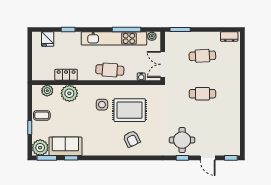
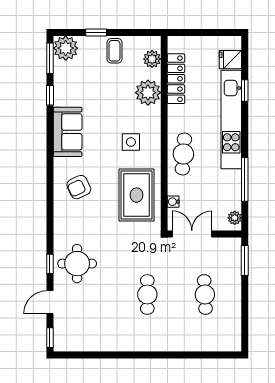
dresser: (229, 37) -> (234, 335), removed
kitchen unit: (114, 38) -> (231, 120), moved
locker: (66, 75) -> (176, 79), width x1.53
rug: (130, 110) -> (137, 195), moved
sofa: (65, 146) -> (68, 132), moved

